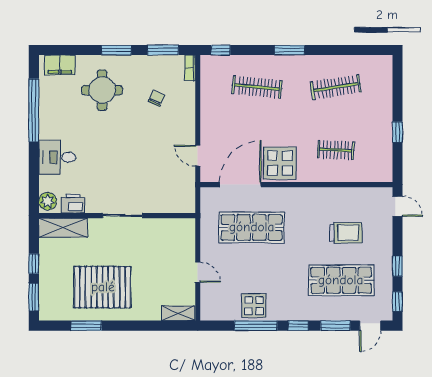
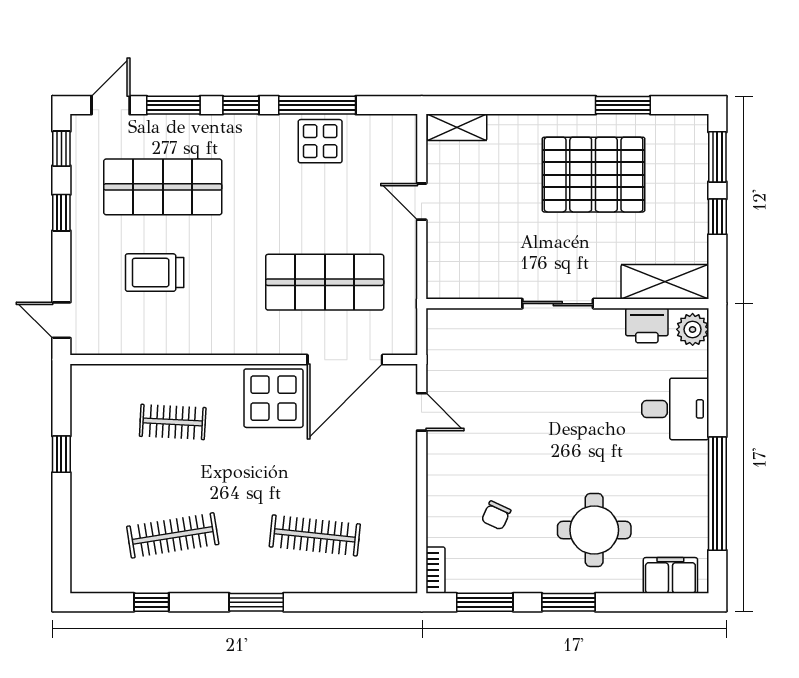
window: (221, 50) -> (151, 602), moved

